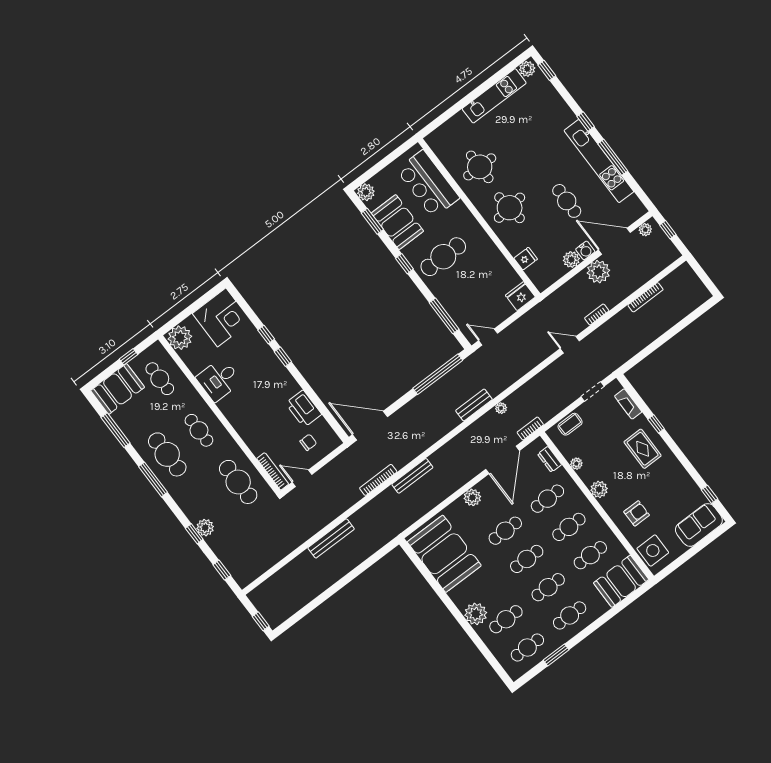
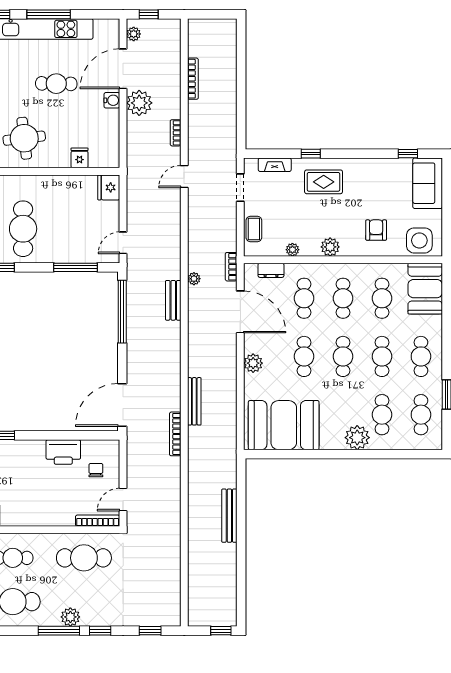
plant: (571, 260) -> (111, 119), removed
window: (153, 479) -> (59, 631), moved
plant: (205, 528) -> (70, 617), moved
bench: (331, 538) -> (229, 516), moved

